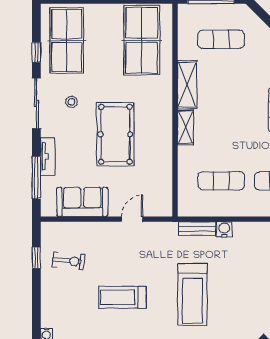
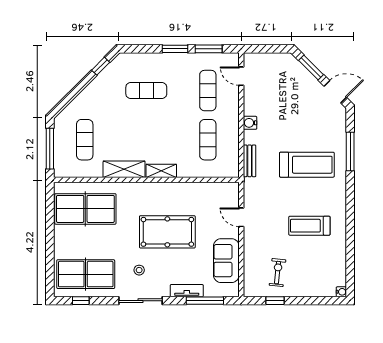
window: (36, 52) -> (81, 301), moved
water cooler: (224, 229) -> (250, 123), moved
treadmill: (122, 297) -> (309, 226), turned 90

